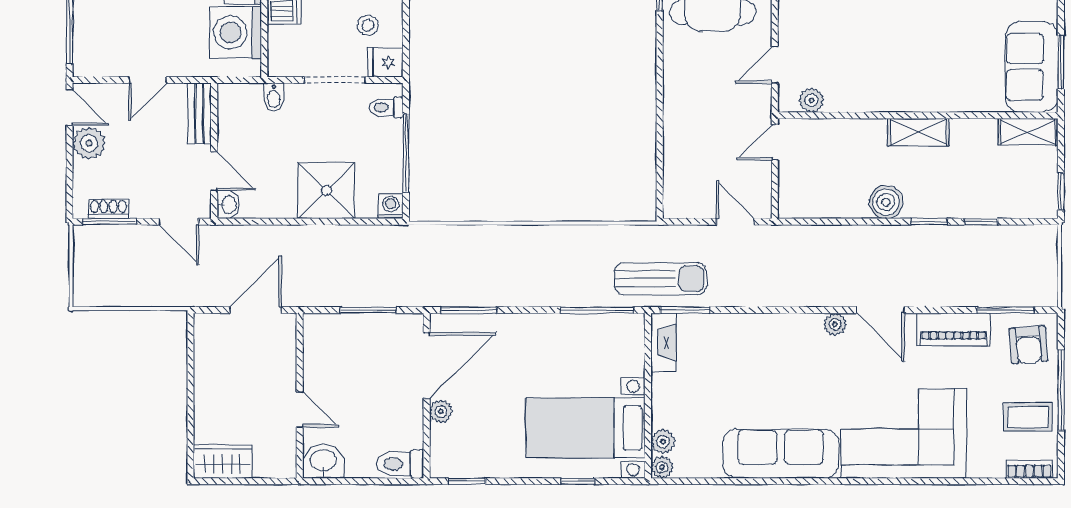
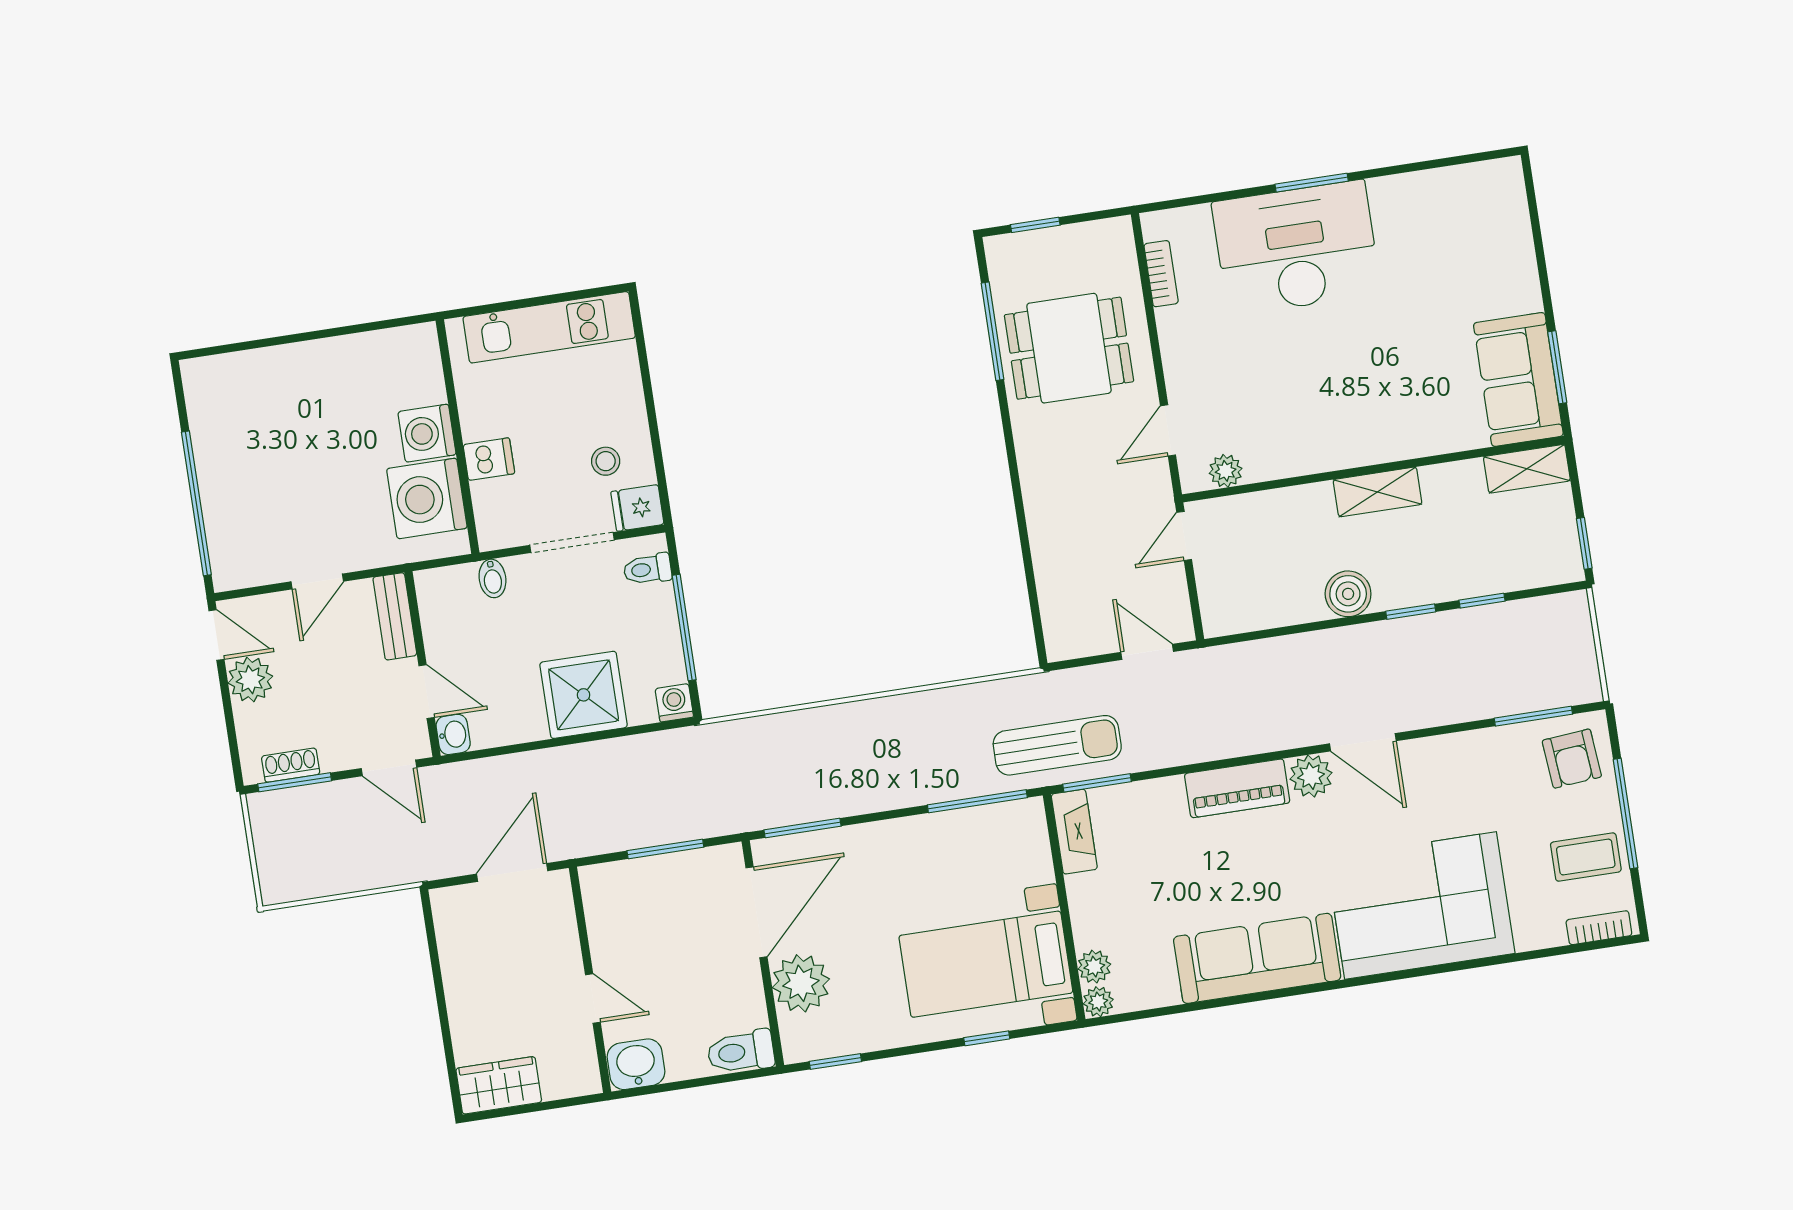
plant: (835, 324) -> (1311, 776), width x1.38, depth x1.38
piano: (954, 329) -> (1237, 788), moved
plant: (441, 412) -> (801, 983), width x1.88, depth x1.88

